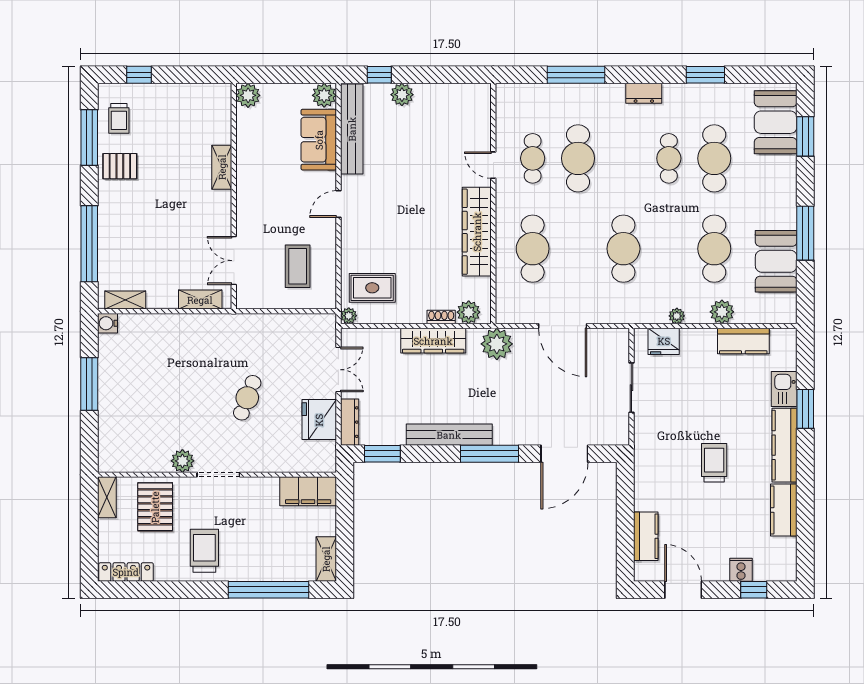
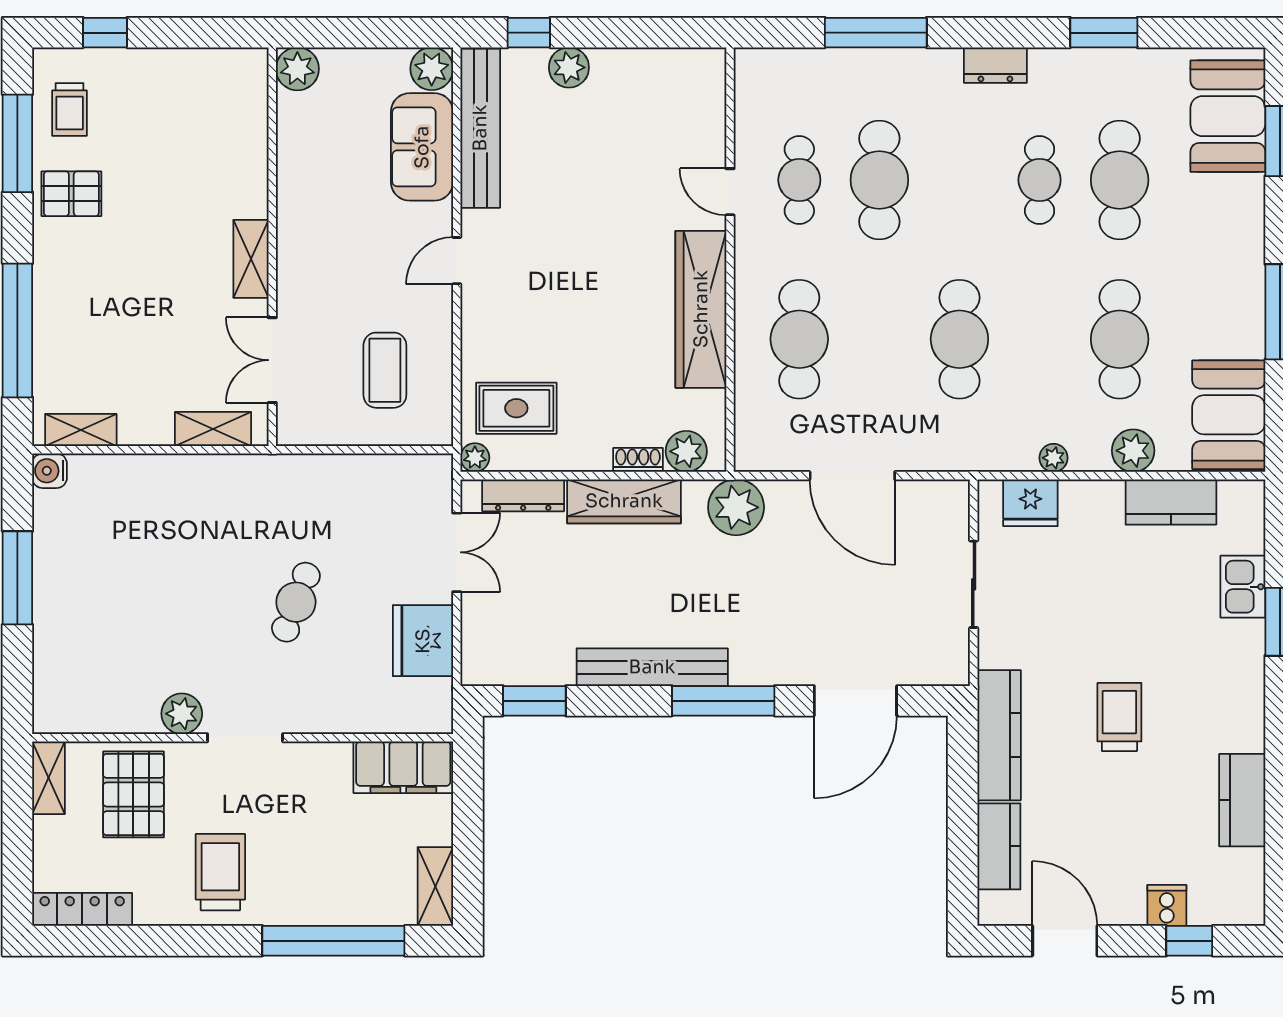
shelving: (222, 167) -> (251, 259), moved
booth: (776, 261) -> (1229, 415), moved
dresser: (350, 422) -> (523, 495), moved, turned 90
kitchen counter: (785, 445) -> (999, 735), moved, turned 180

